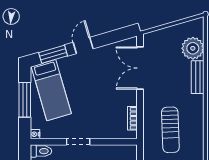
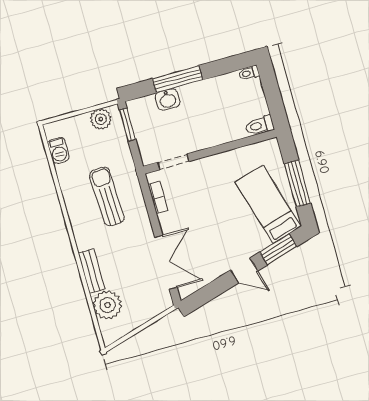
door: (83, 45) -> (244, 271), hinge flipped
nightstand: (35, 134) -> (273, 144), removed
doorway: (78, 142) -> (173, 162), moved

